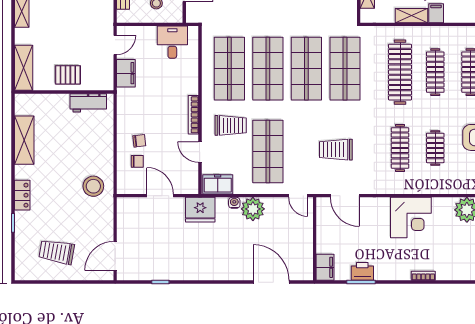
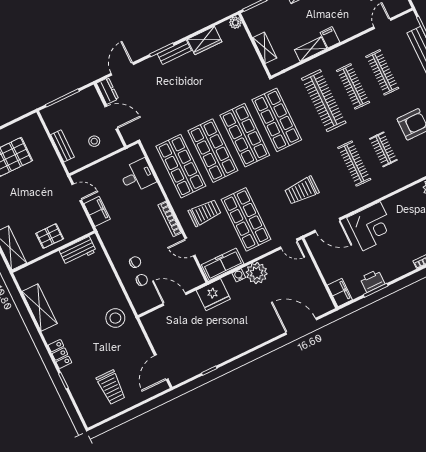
desk: (172, 42) -> (137, 176), moved, turned 90
door: (115, 45) -> (77, 192), hinge flipped
freezer: (218, 184) -> (223, 264), width x1.40
corner desk: (411, 218) -> (371, 226), moved
trolley: (57, 252) -> (111, 387), turned -100

